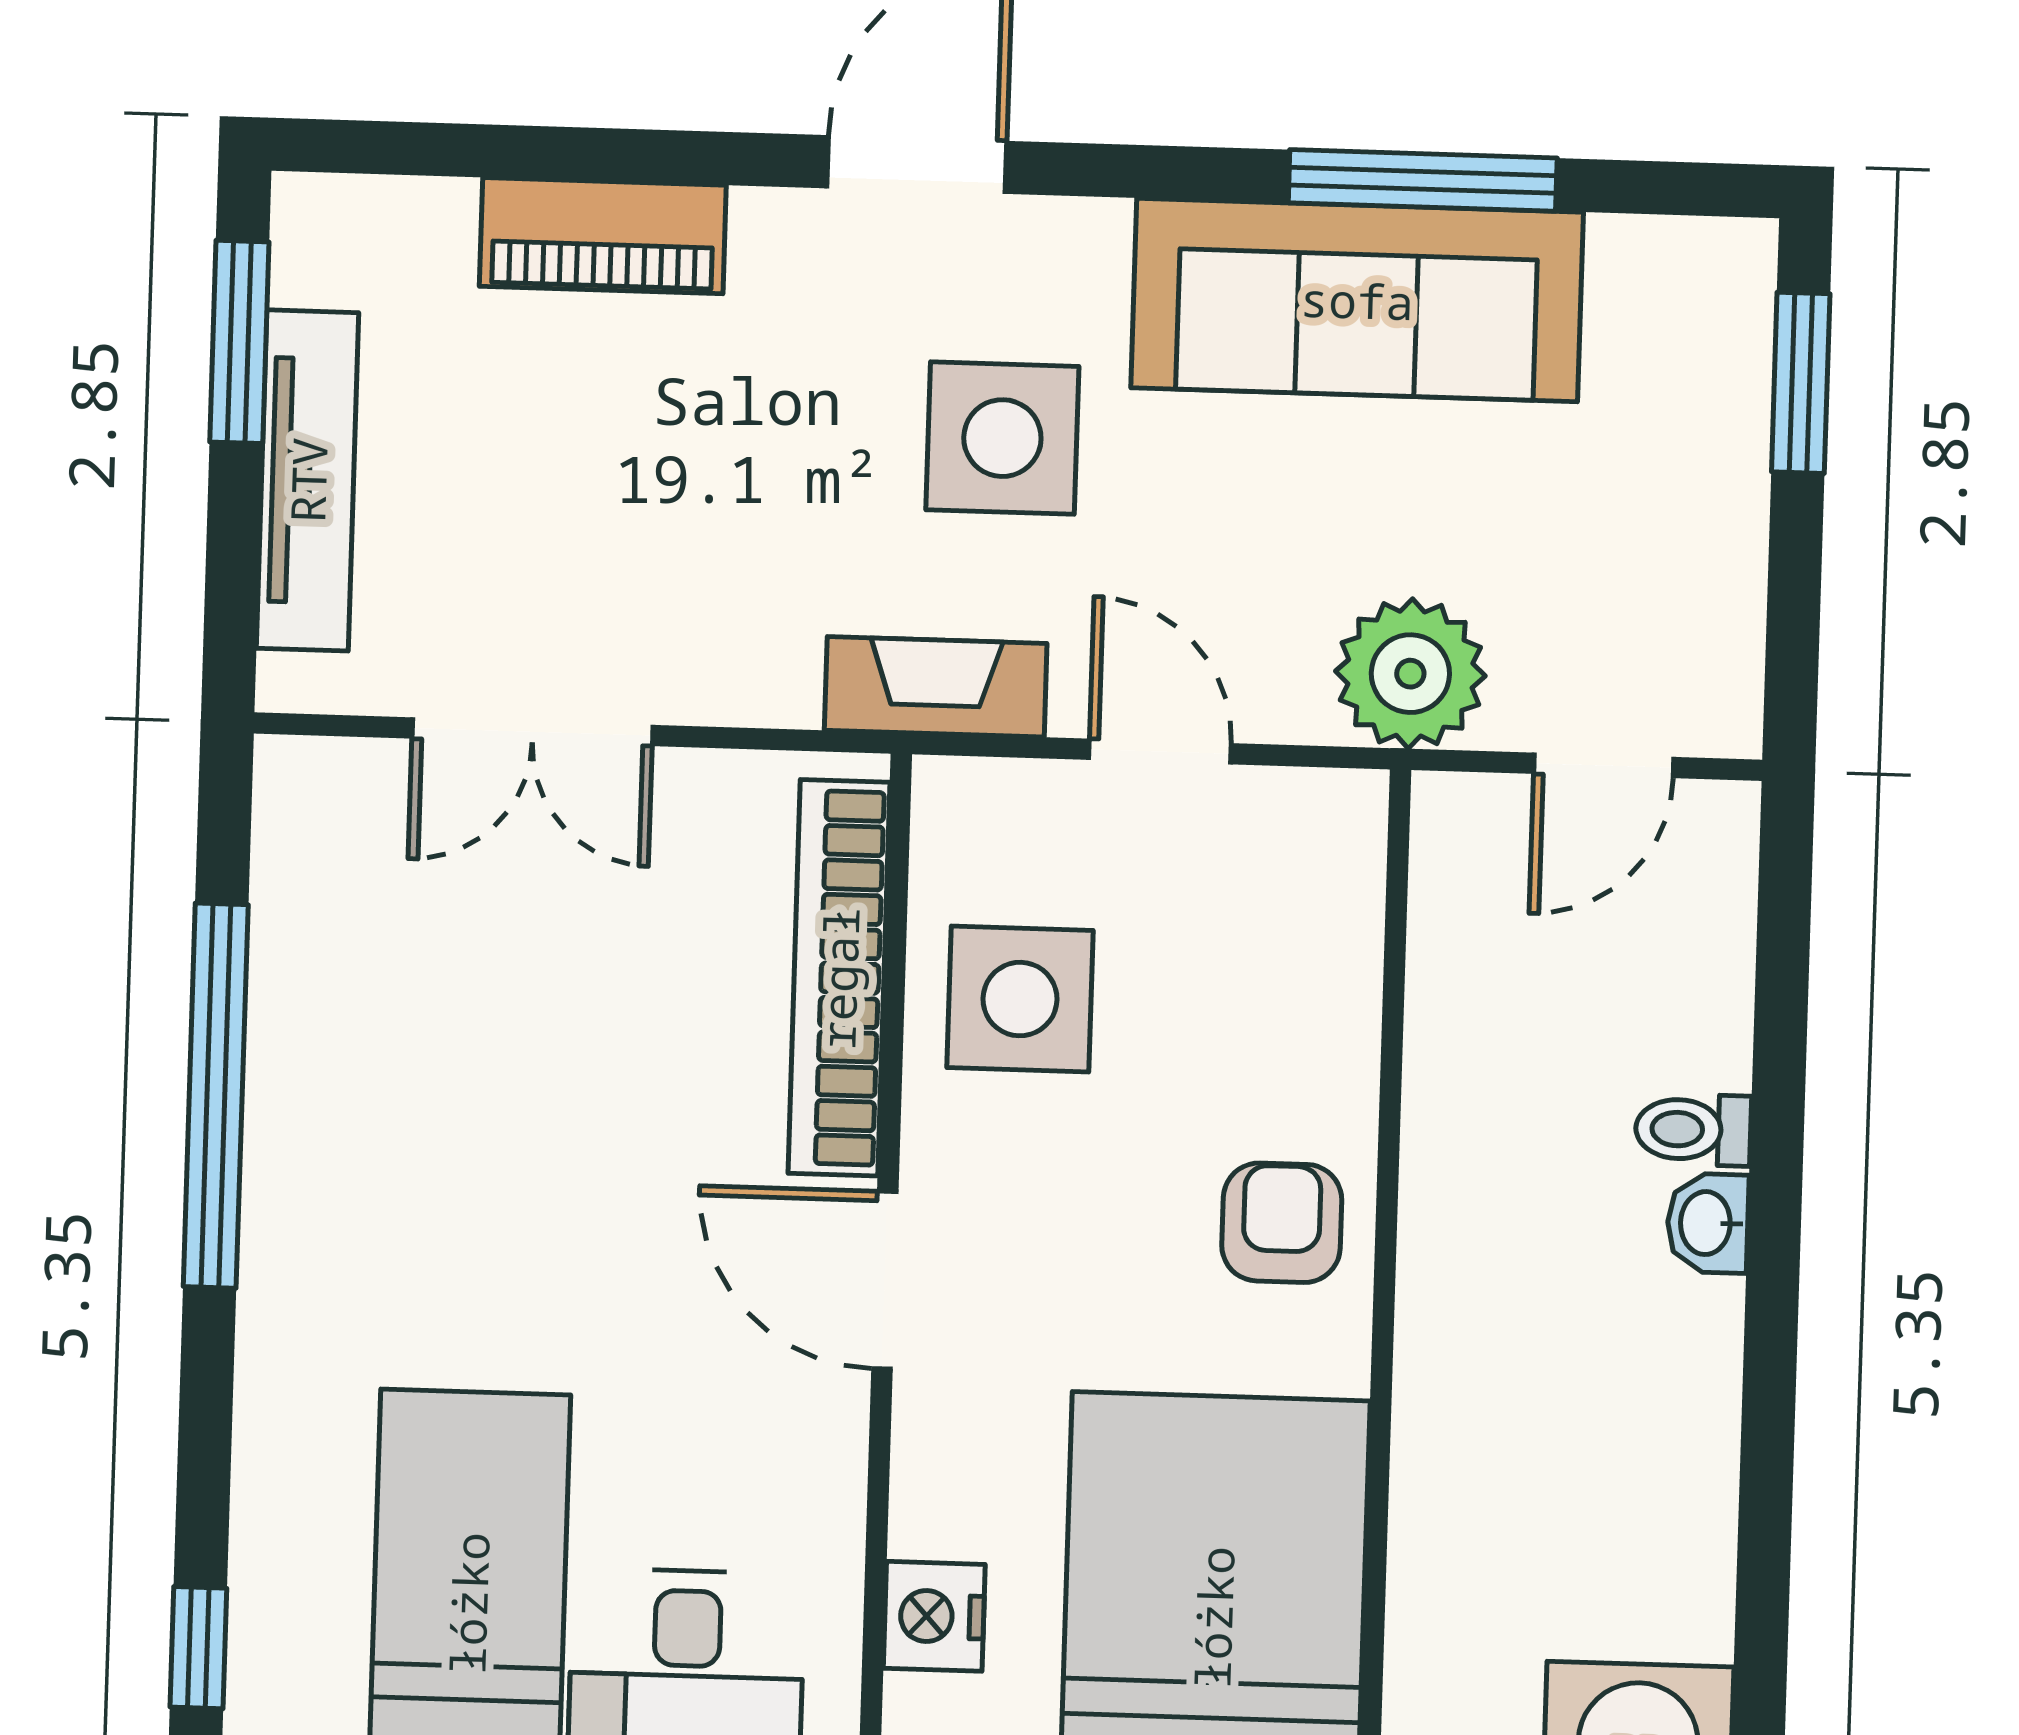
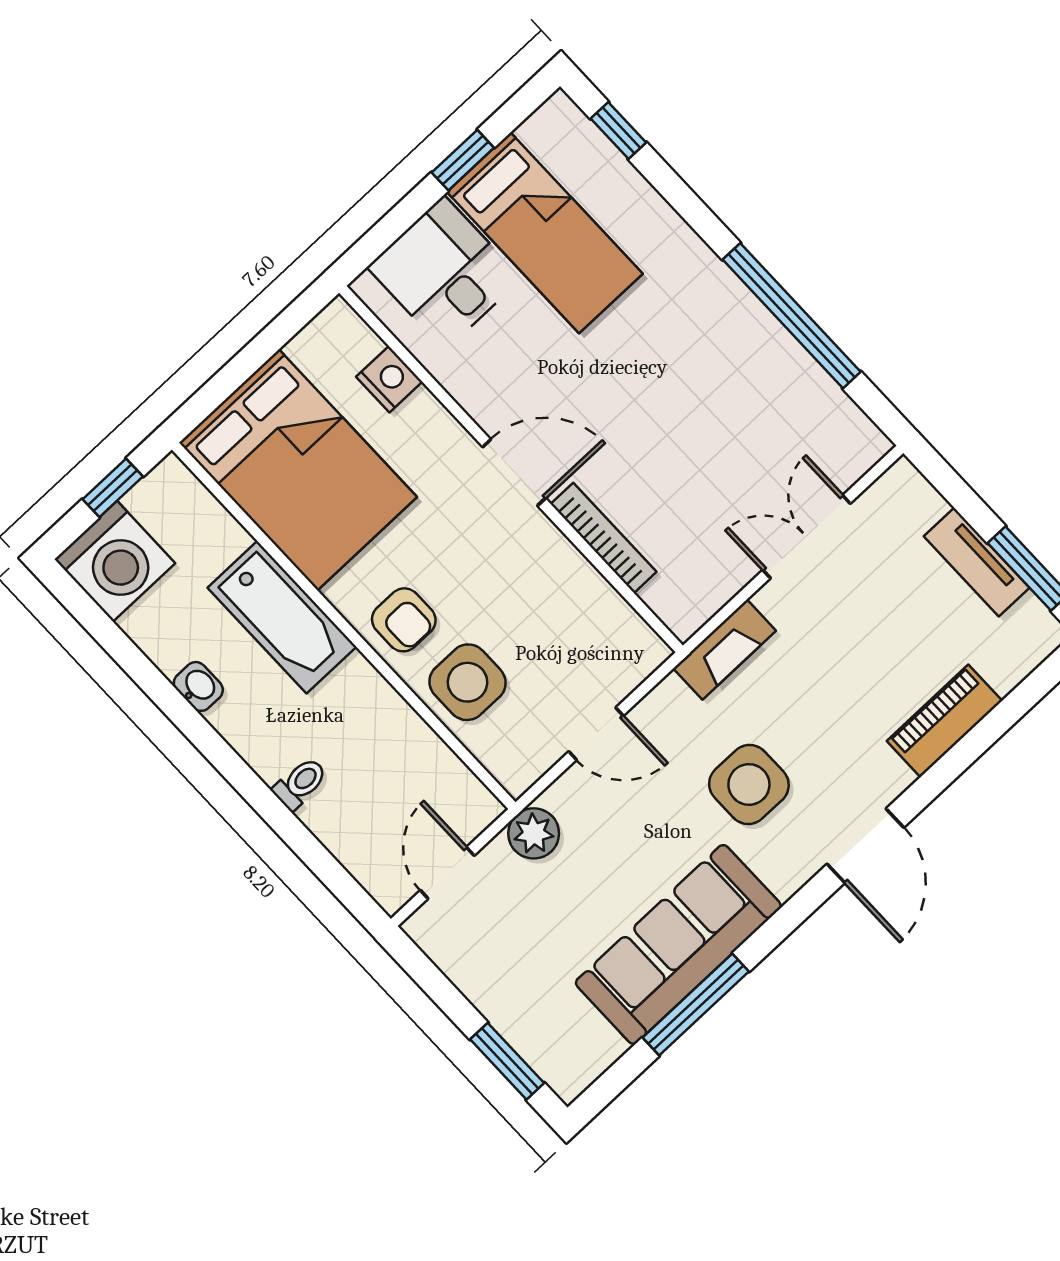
tv unit: (308, 480) -> (977, 562), width x0.71
plant: (1410, 674) -> (534, 833), width x0.73, depth x0.73
fireplace: (936, 687) -> (725, 650), moved
bookcase: (839, 978) -> (604, 538), width x0.68, depth x0.76
side table: (1020, 999) -> (468, 682), moved
washbasin: (1708, 1223) -> (198, 686), moved
bathtub: (1466, 1414) -> (282, 617), added

